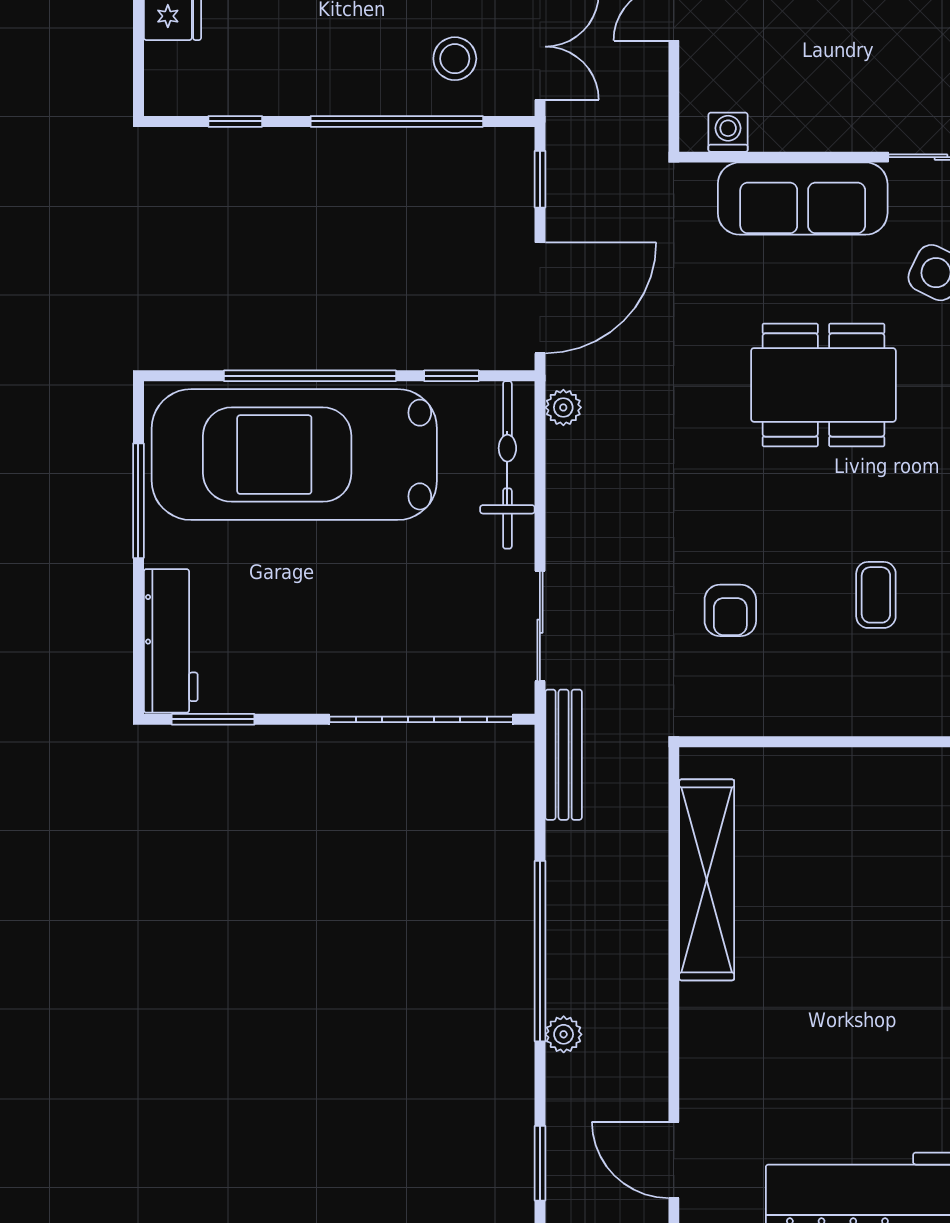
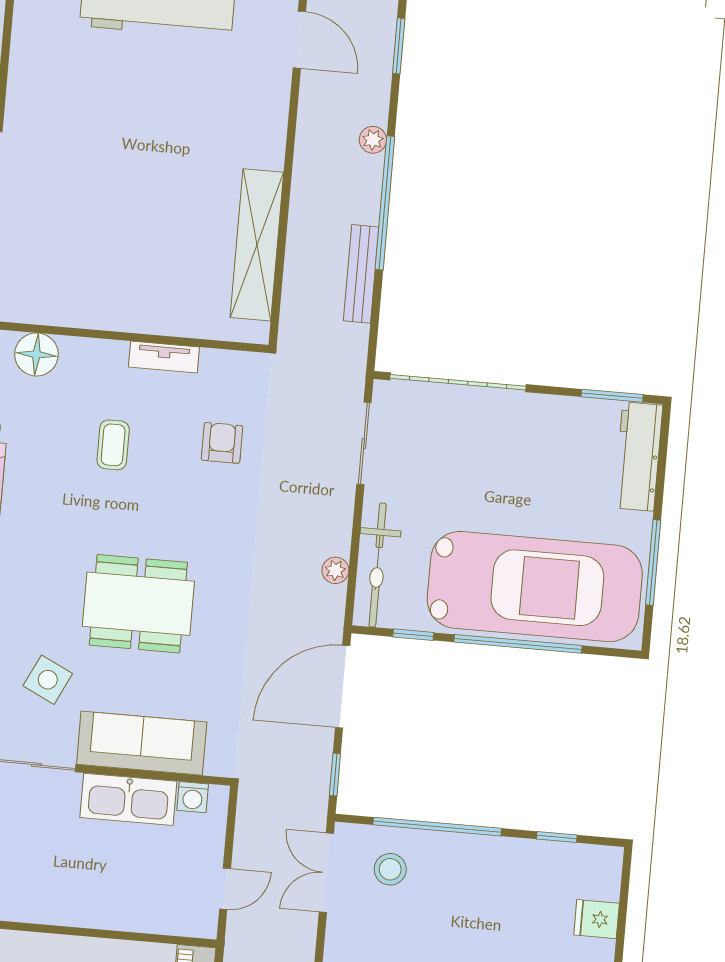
kitchen sink: (814, 122) -> (128, 799), added
plant: (563, 407) -> (335, 570), moved
tv unit: (818, 719) -> (164, 357), added
bench: (564, 755) -> (361, 274), moved

